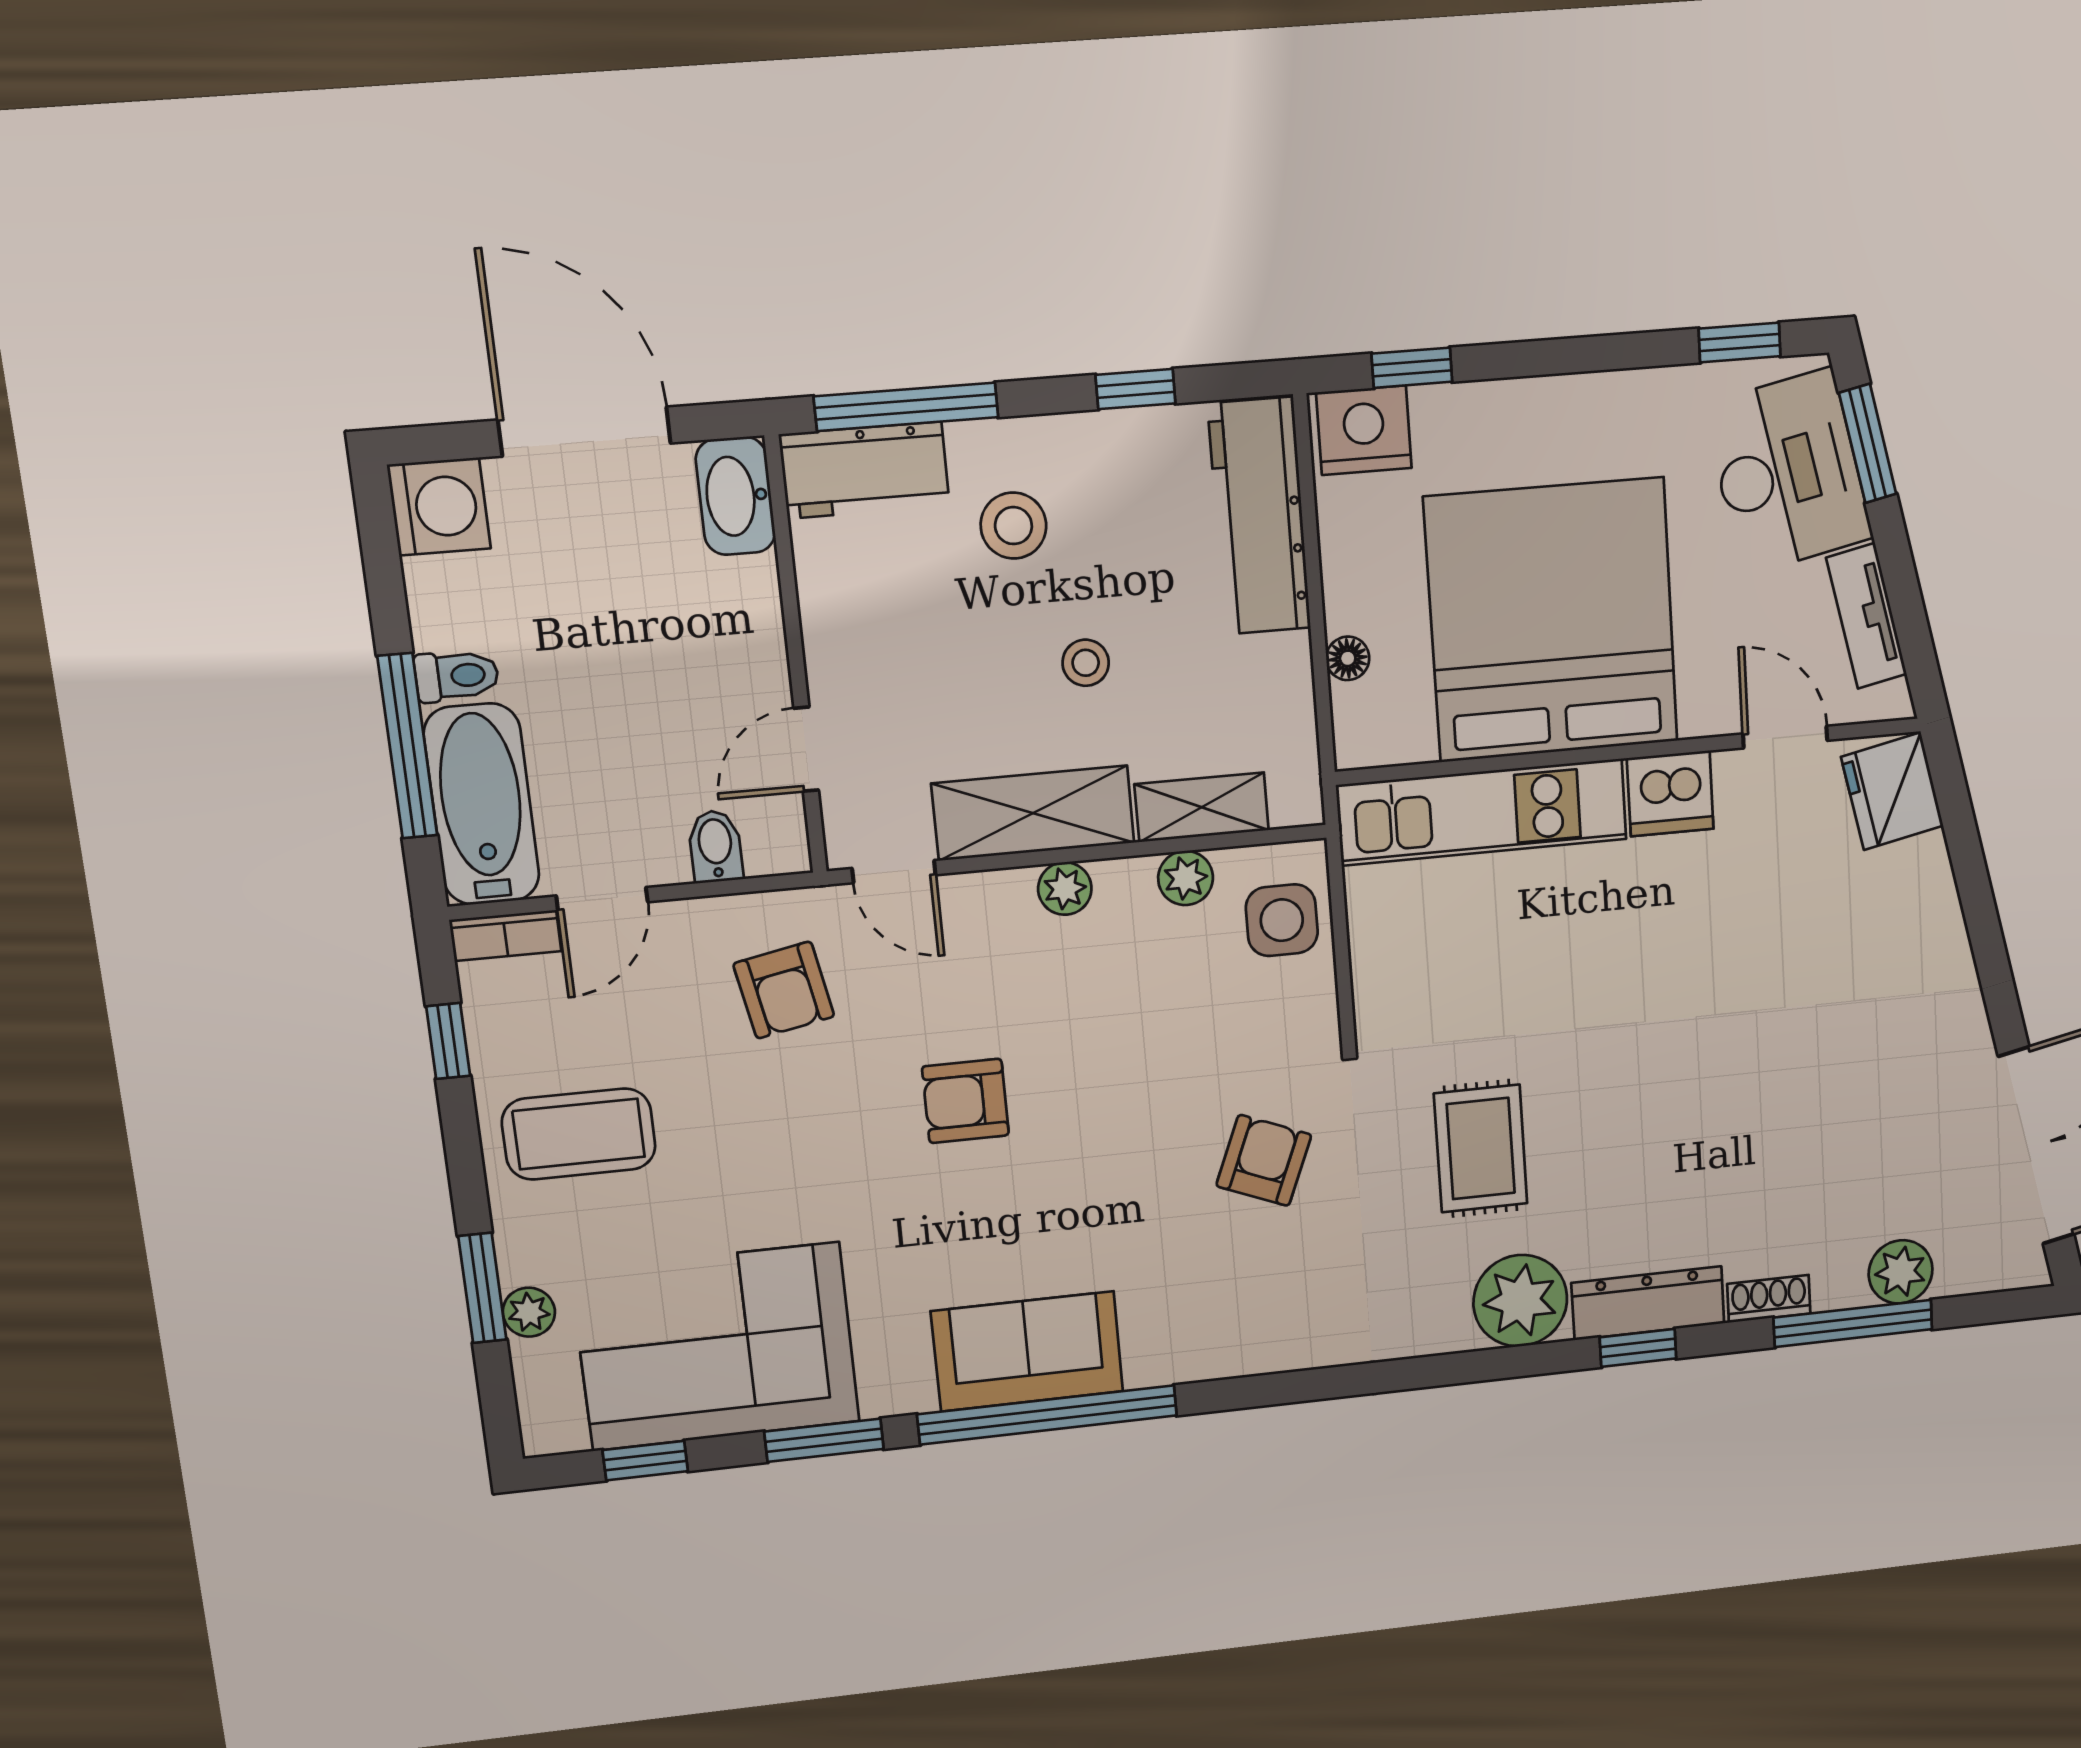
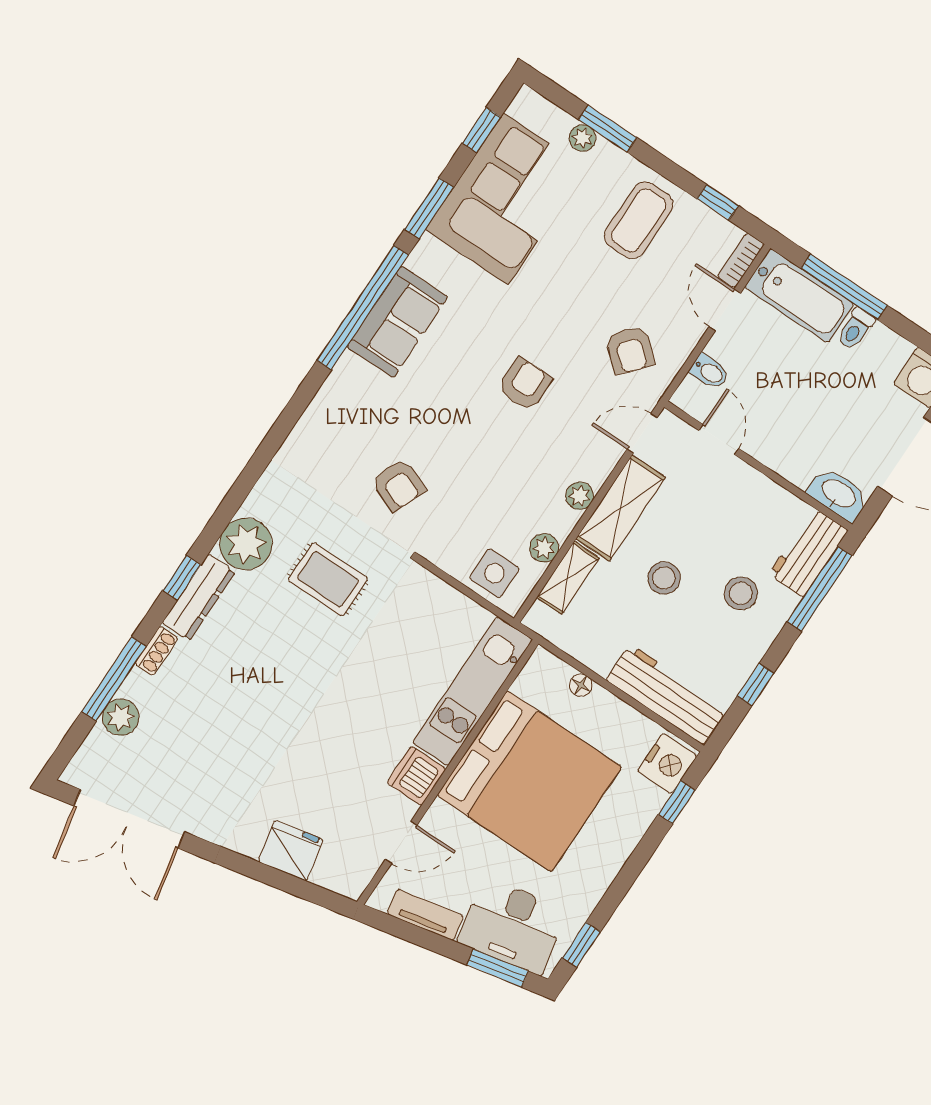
stool: (1086, 663) -> (664, 578), width x1.37, depth x1.37
fridge: (1892, 791) -> (291, 851), moved
armchair: (784, 990) -> (630, 350), turned -128

